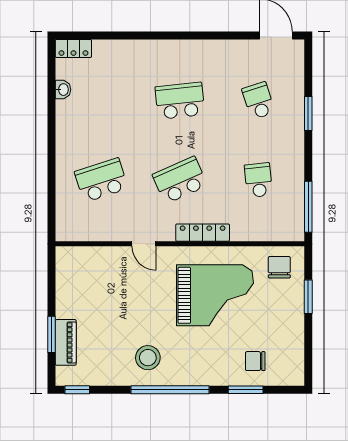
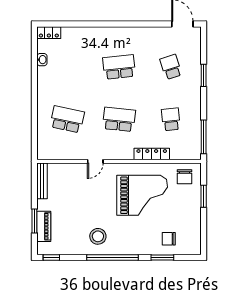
school desk: (101, 180) -> (67, 119), turned 30
school desk: (180, 180) -> (119, 119), turned 30
locker: (203, 233) -> (152, 154), moved
door: (144, 244) -> (95, 161), hinge flipped
chair: (279, 267) -> (185, 177), turned 180
bench: (63, 273) -> (42, 181), added

